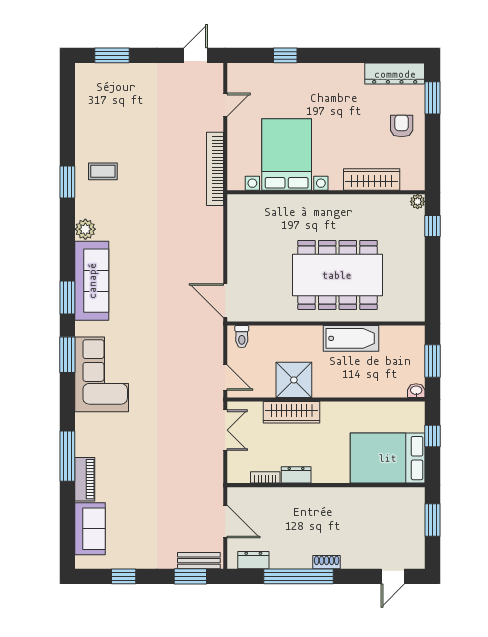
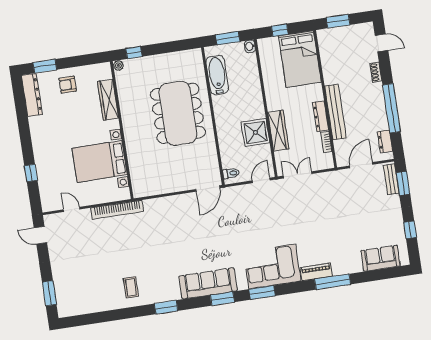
window: (67, 182) -> (166, 307), moved
plant: (85, 229) -> (173, 293), removed
bathtub: (351, 338) -> (217, 75), moved
dresser: (296, 475) -> (321, 116), width x1.44
piano: (85, 479) -> (316, 272), moved
bench: (305, 497) -> (335, 112), added
shoe rack: (327, 562) -> (376, 72), moved

